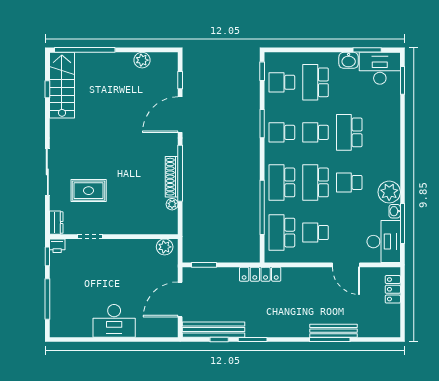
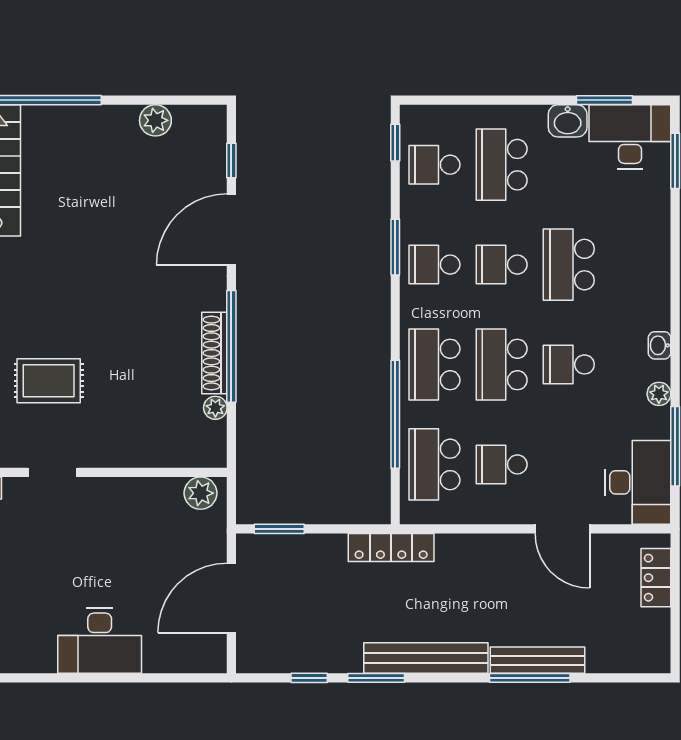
plant: (389, 192) -> (659, 394), width x0.53, depth x0.53
washbasin: (395, 211) -> (660, 345), moved
bench: (213, 330) -> (426, 658), moved

